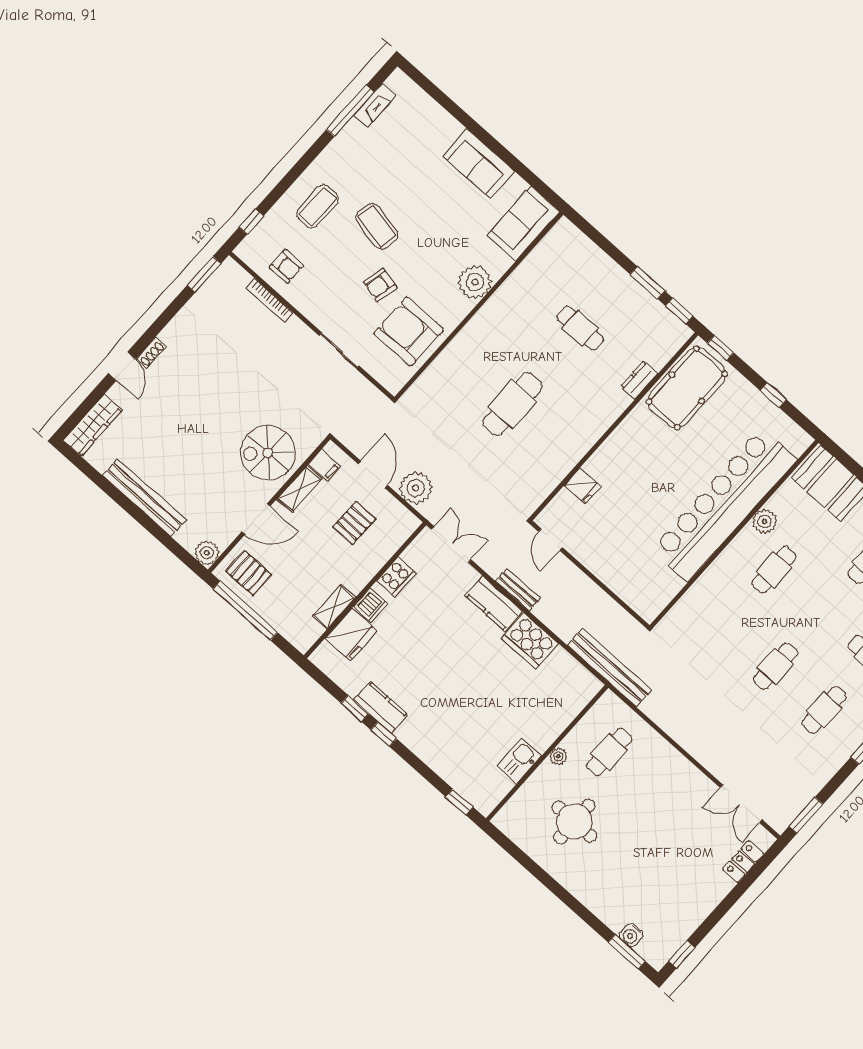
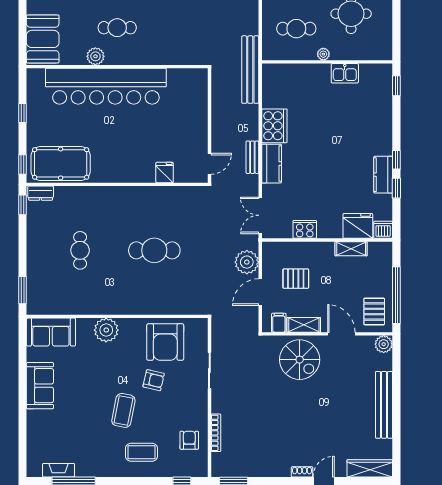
window: (648, 283) -> (23, 290), moved
dresser: (639, 380) -> (41, 193), moved
dishwasher: (370, 605) -> (383, 230), moved

